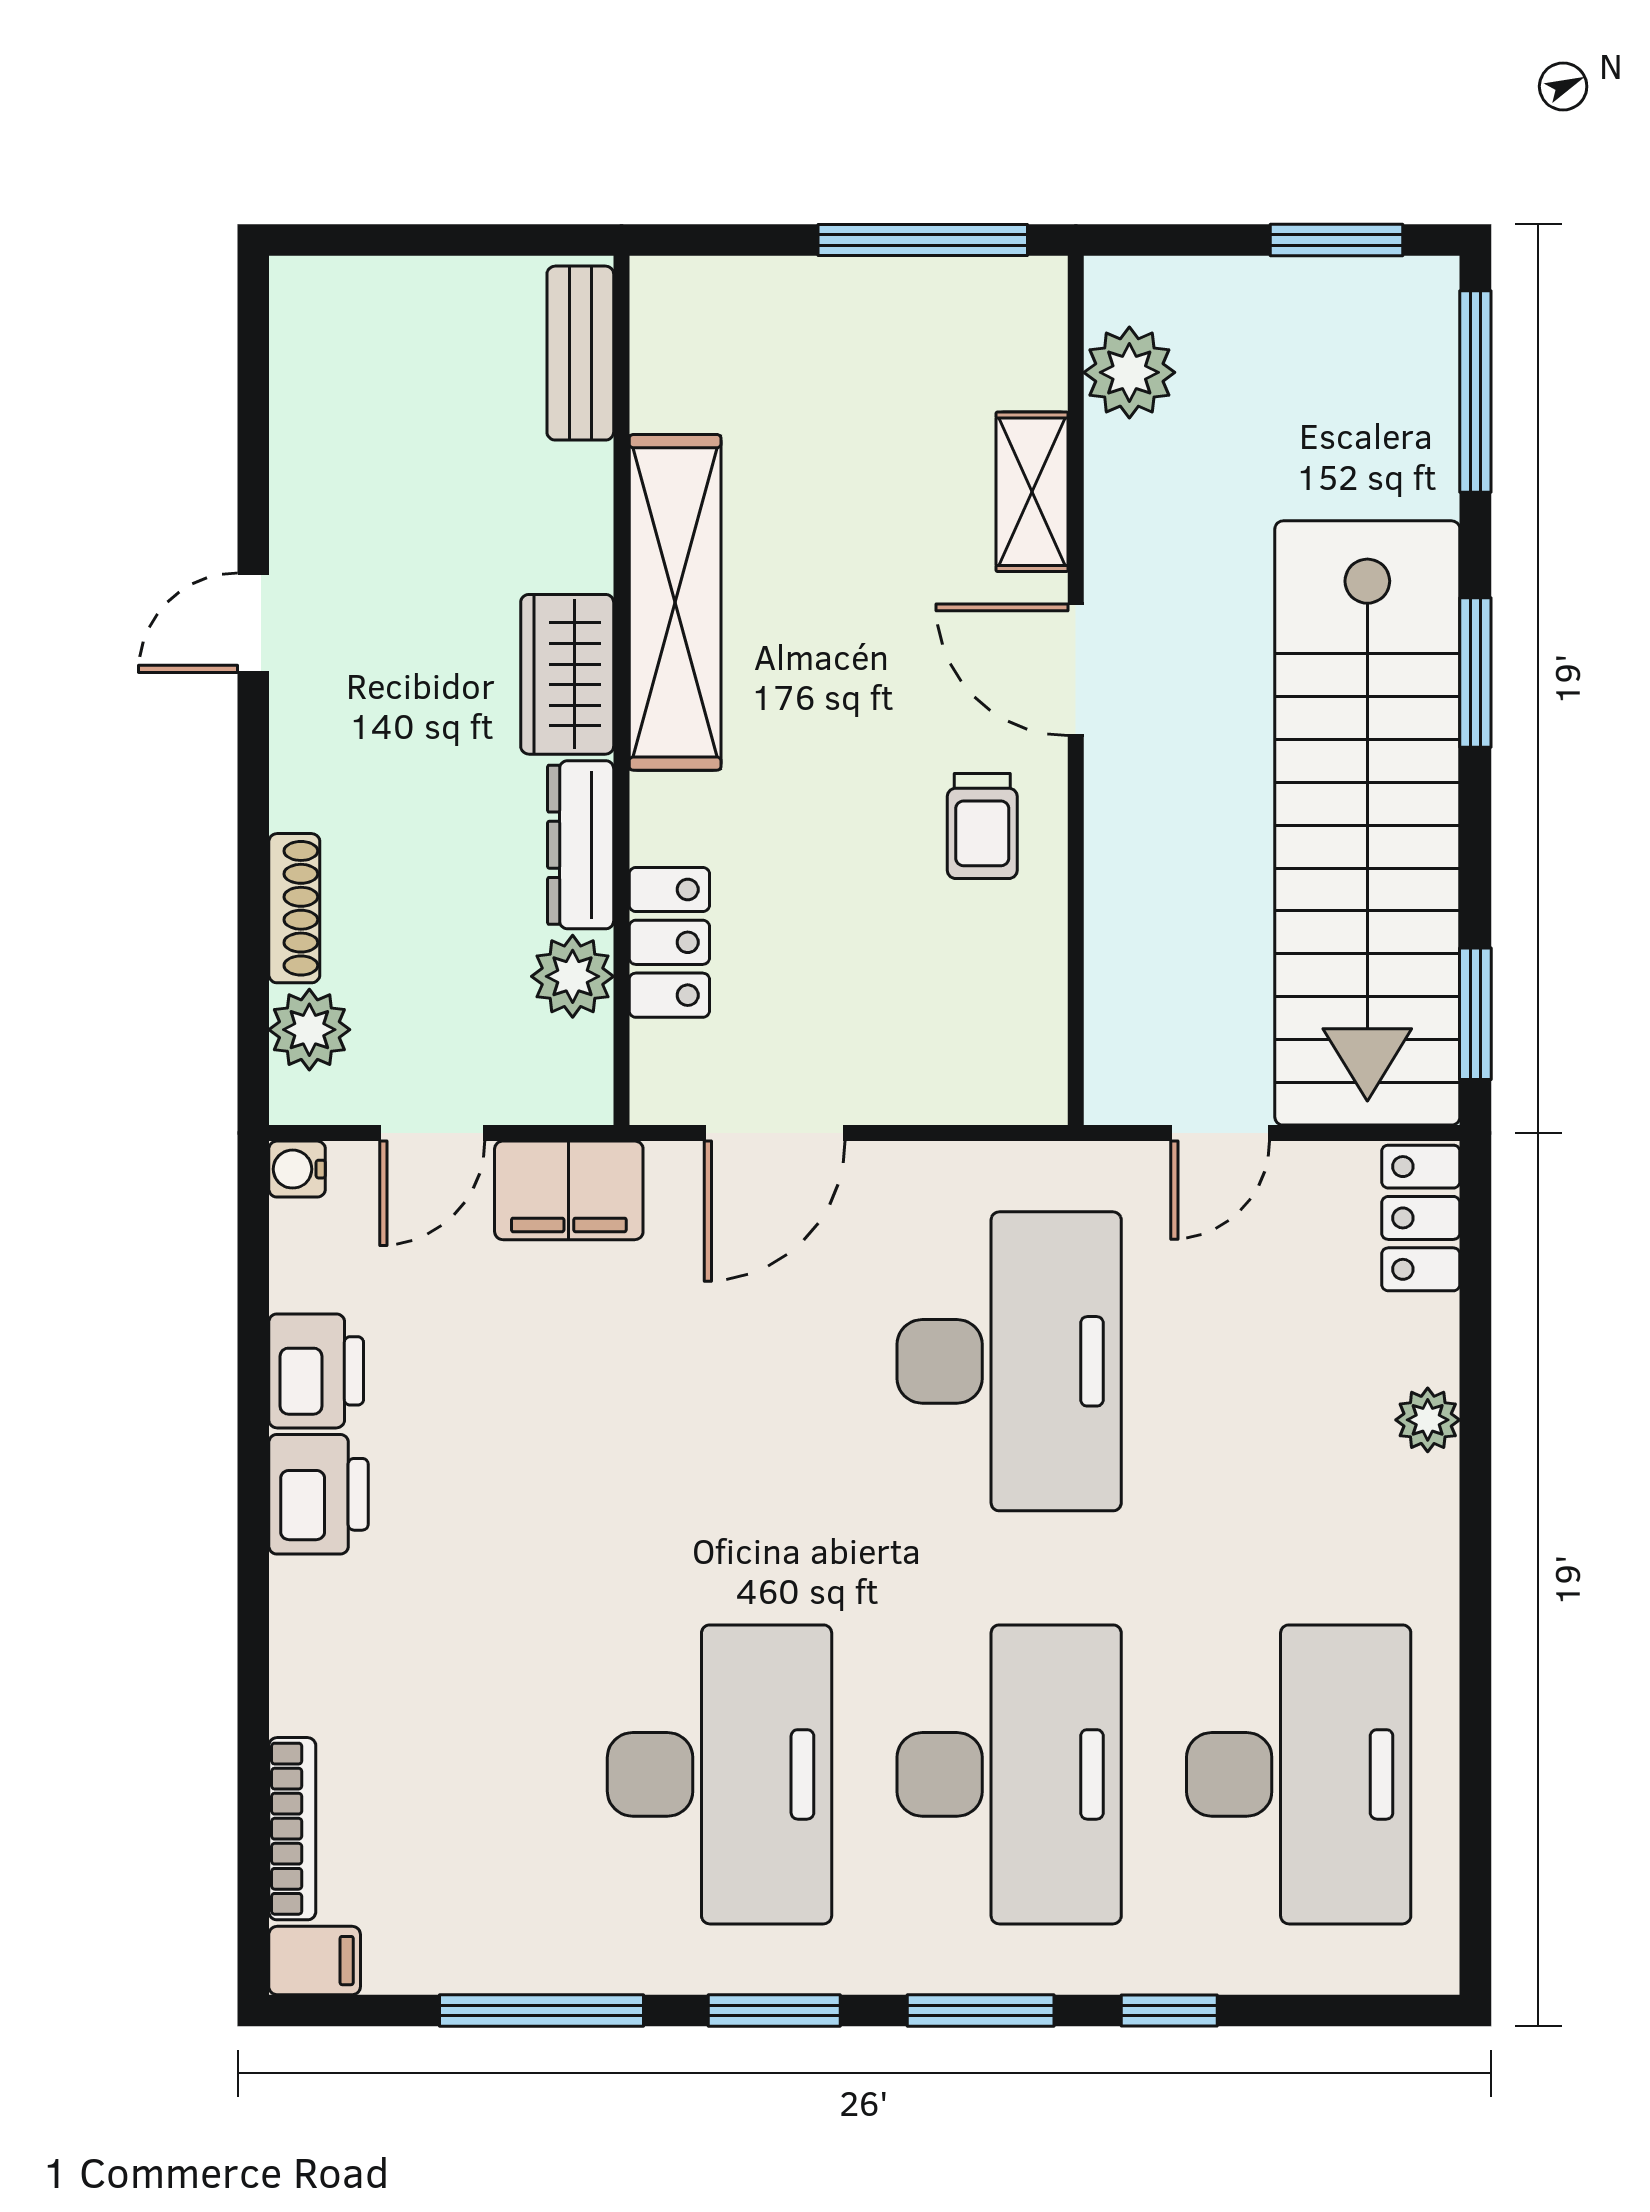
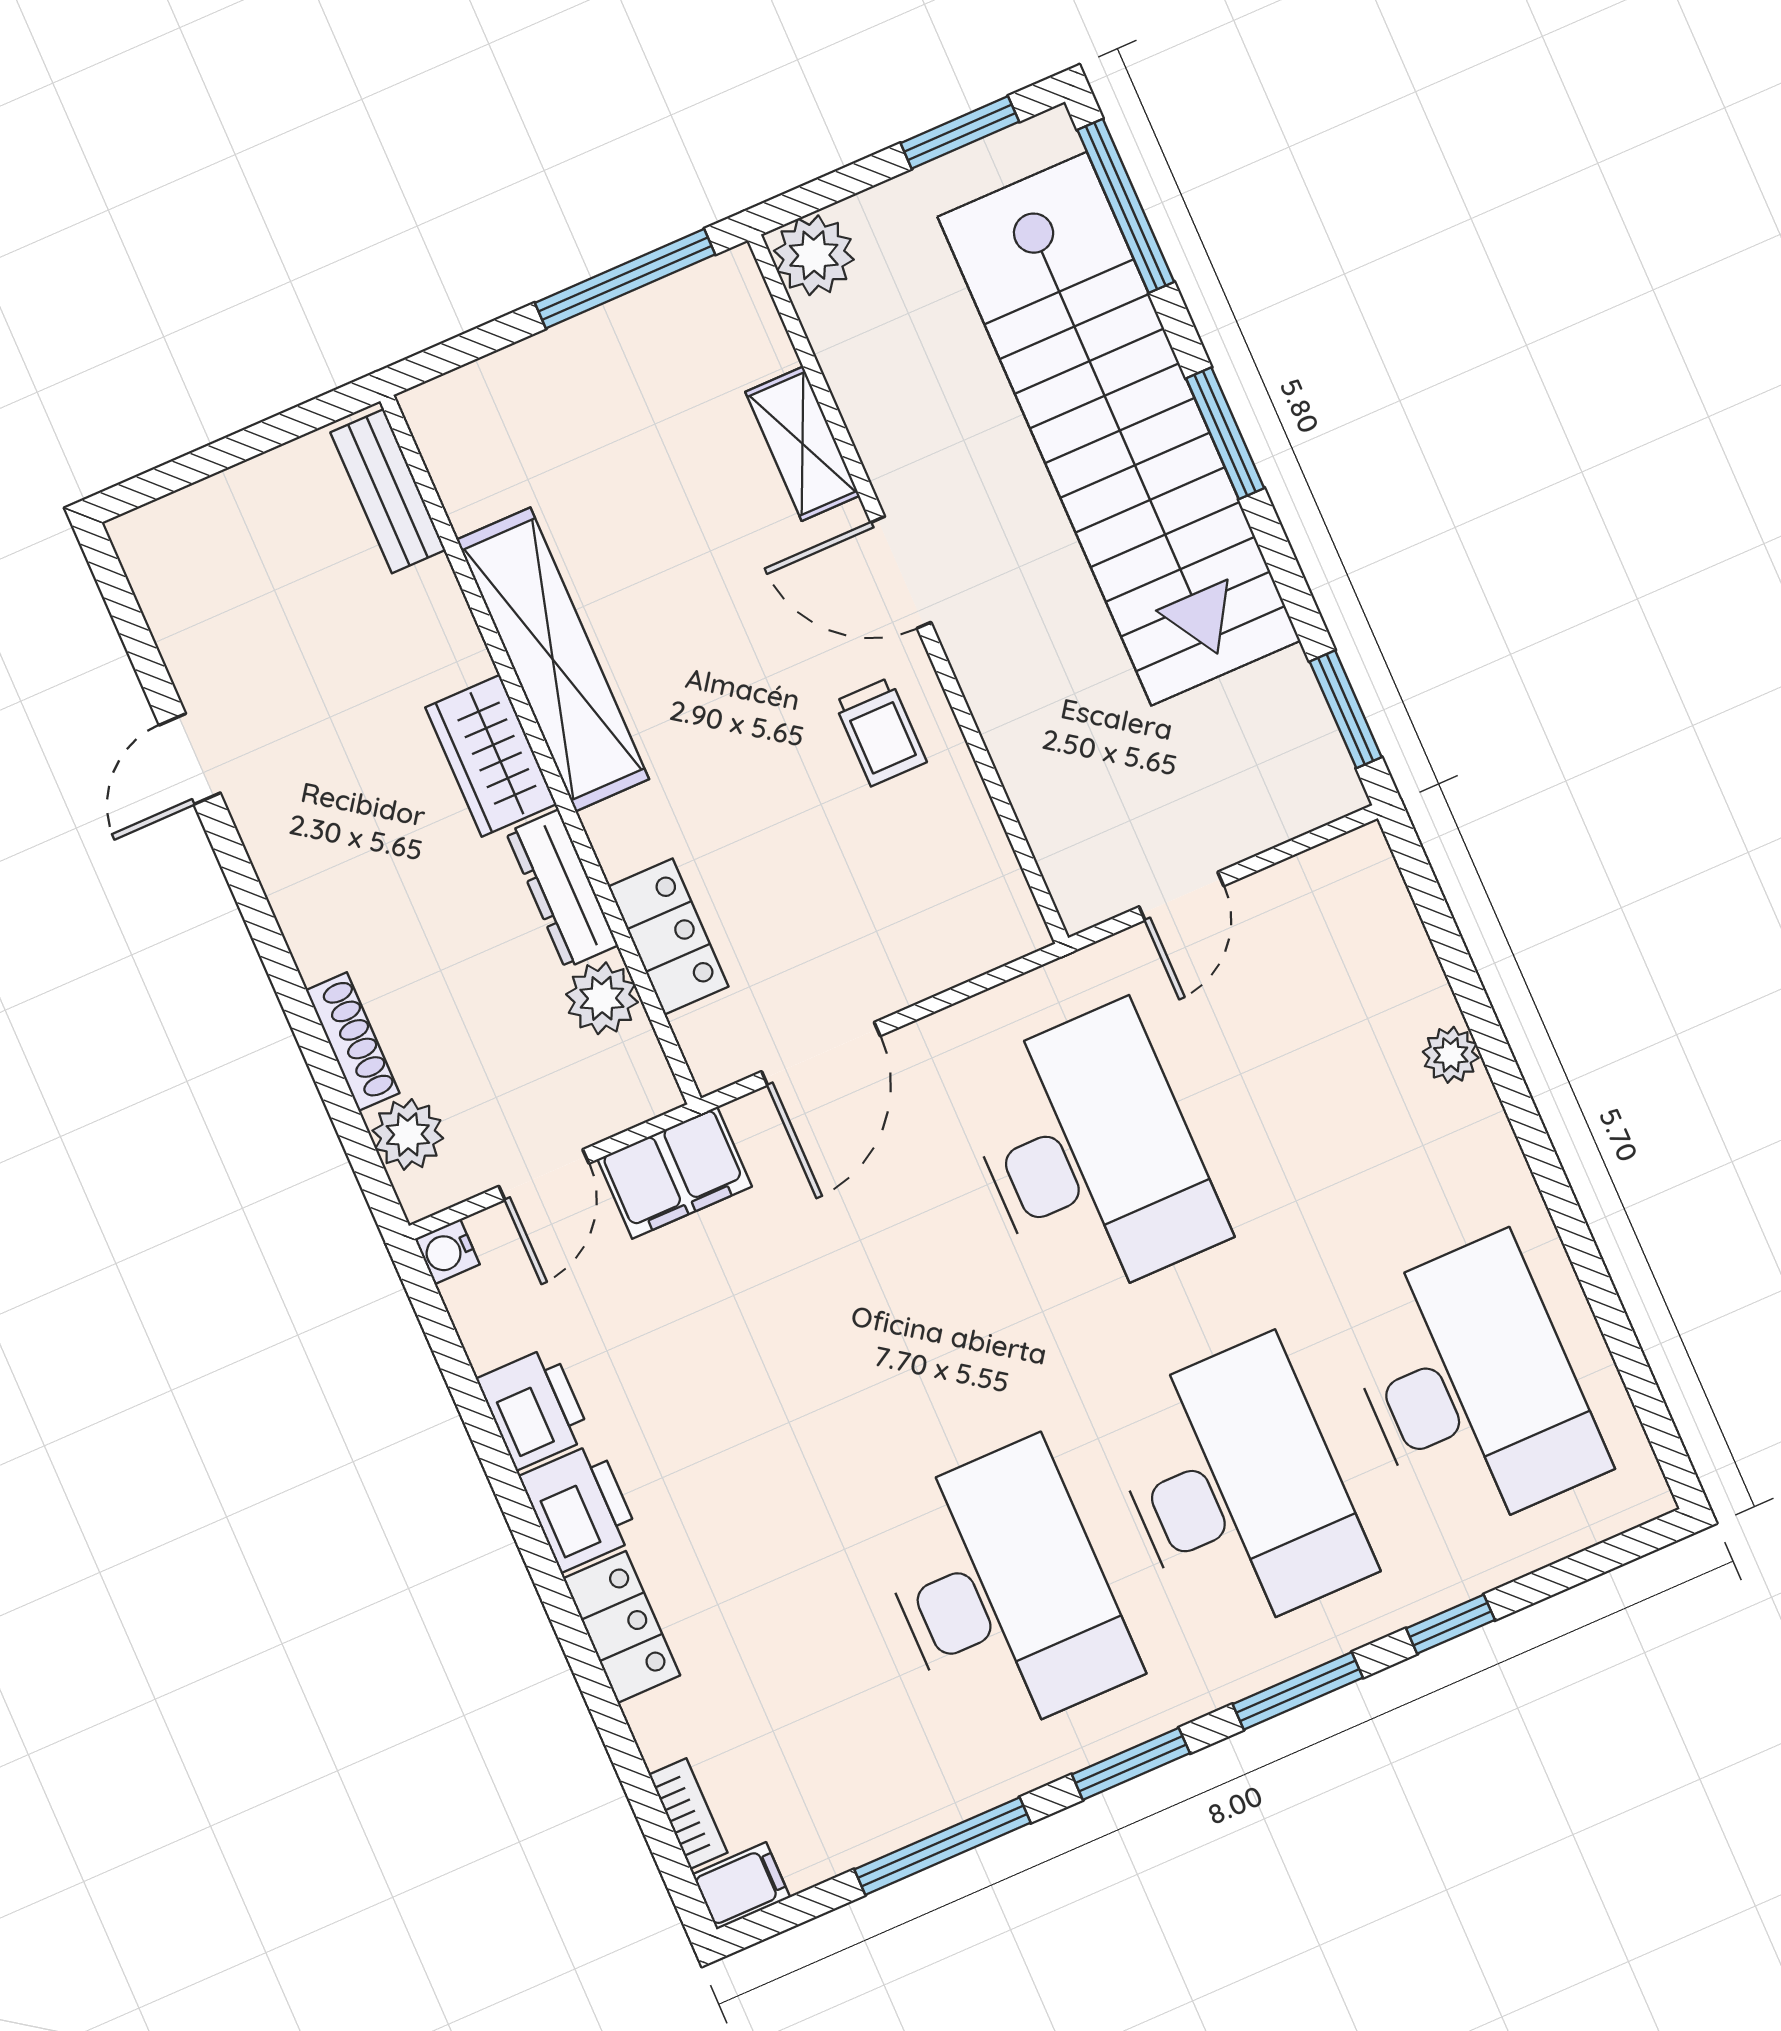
plant: (1129, 372) -> (814, 255), moved
door: (253, 623) -> (190, 759), moved
stairs: (1367, 823) -> (1119, 429), moved
locker: (1421, 1218) -> (622, 1627), moved, turned 180
bookcase: (292, 1829) -> (688, 1814), width x0.64

